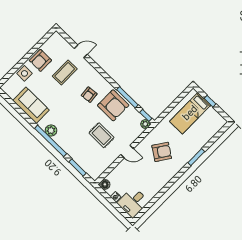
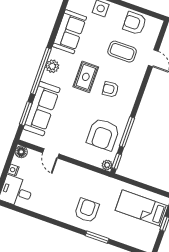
armchair: (40, 60) -> (135, 23), moved
armchair: (113, 105) -> (103, 134), moved
rug: (101, 135) -> (86, 77), moved
door: (127, 152) -> (51, 153), moved
armchair: (162, 152) -> (87, 210), moved, turned -124
sofa: (79, 154) -> (42, 109), added

